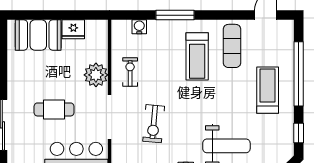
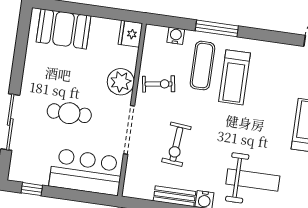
fridge: (73, 29) -> (130, 34), moved, turned 90
exercise mat: (232, 46) -> (202, 66), moved
exercise bike: (130, 72) -> (159, 84), turned 81

